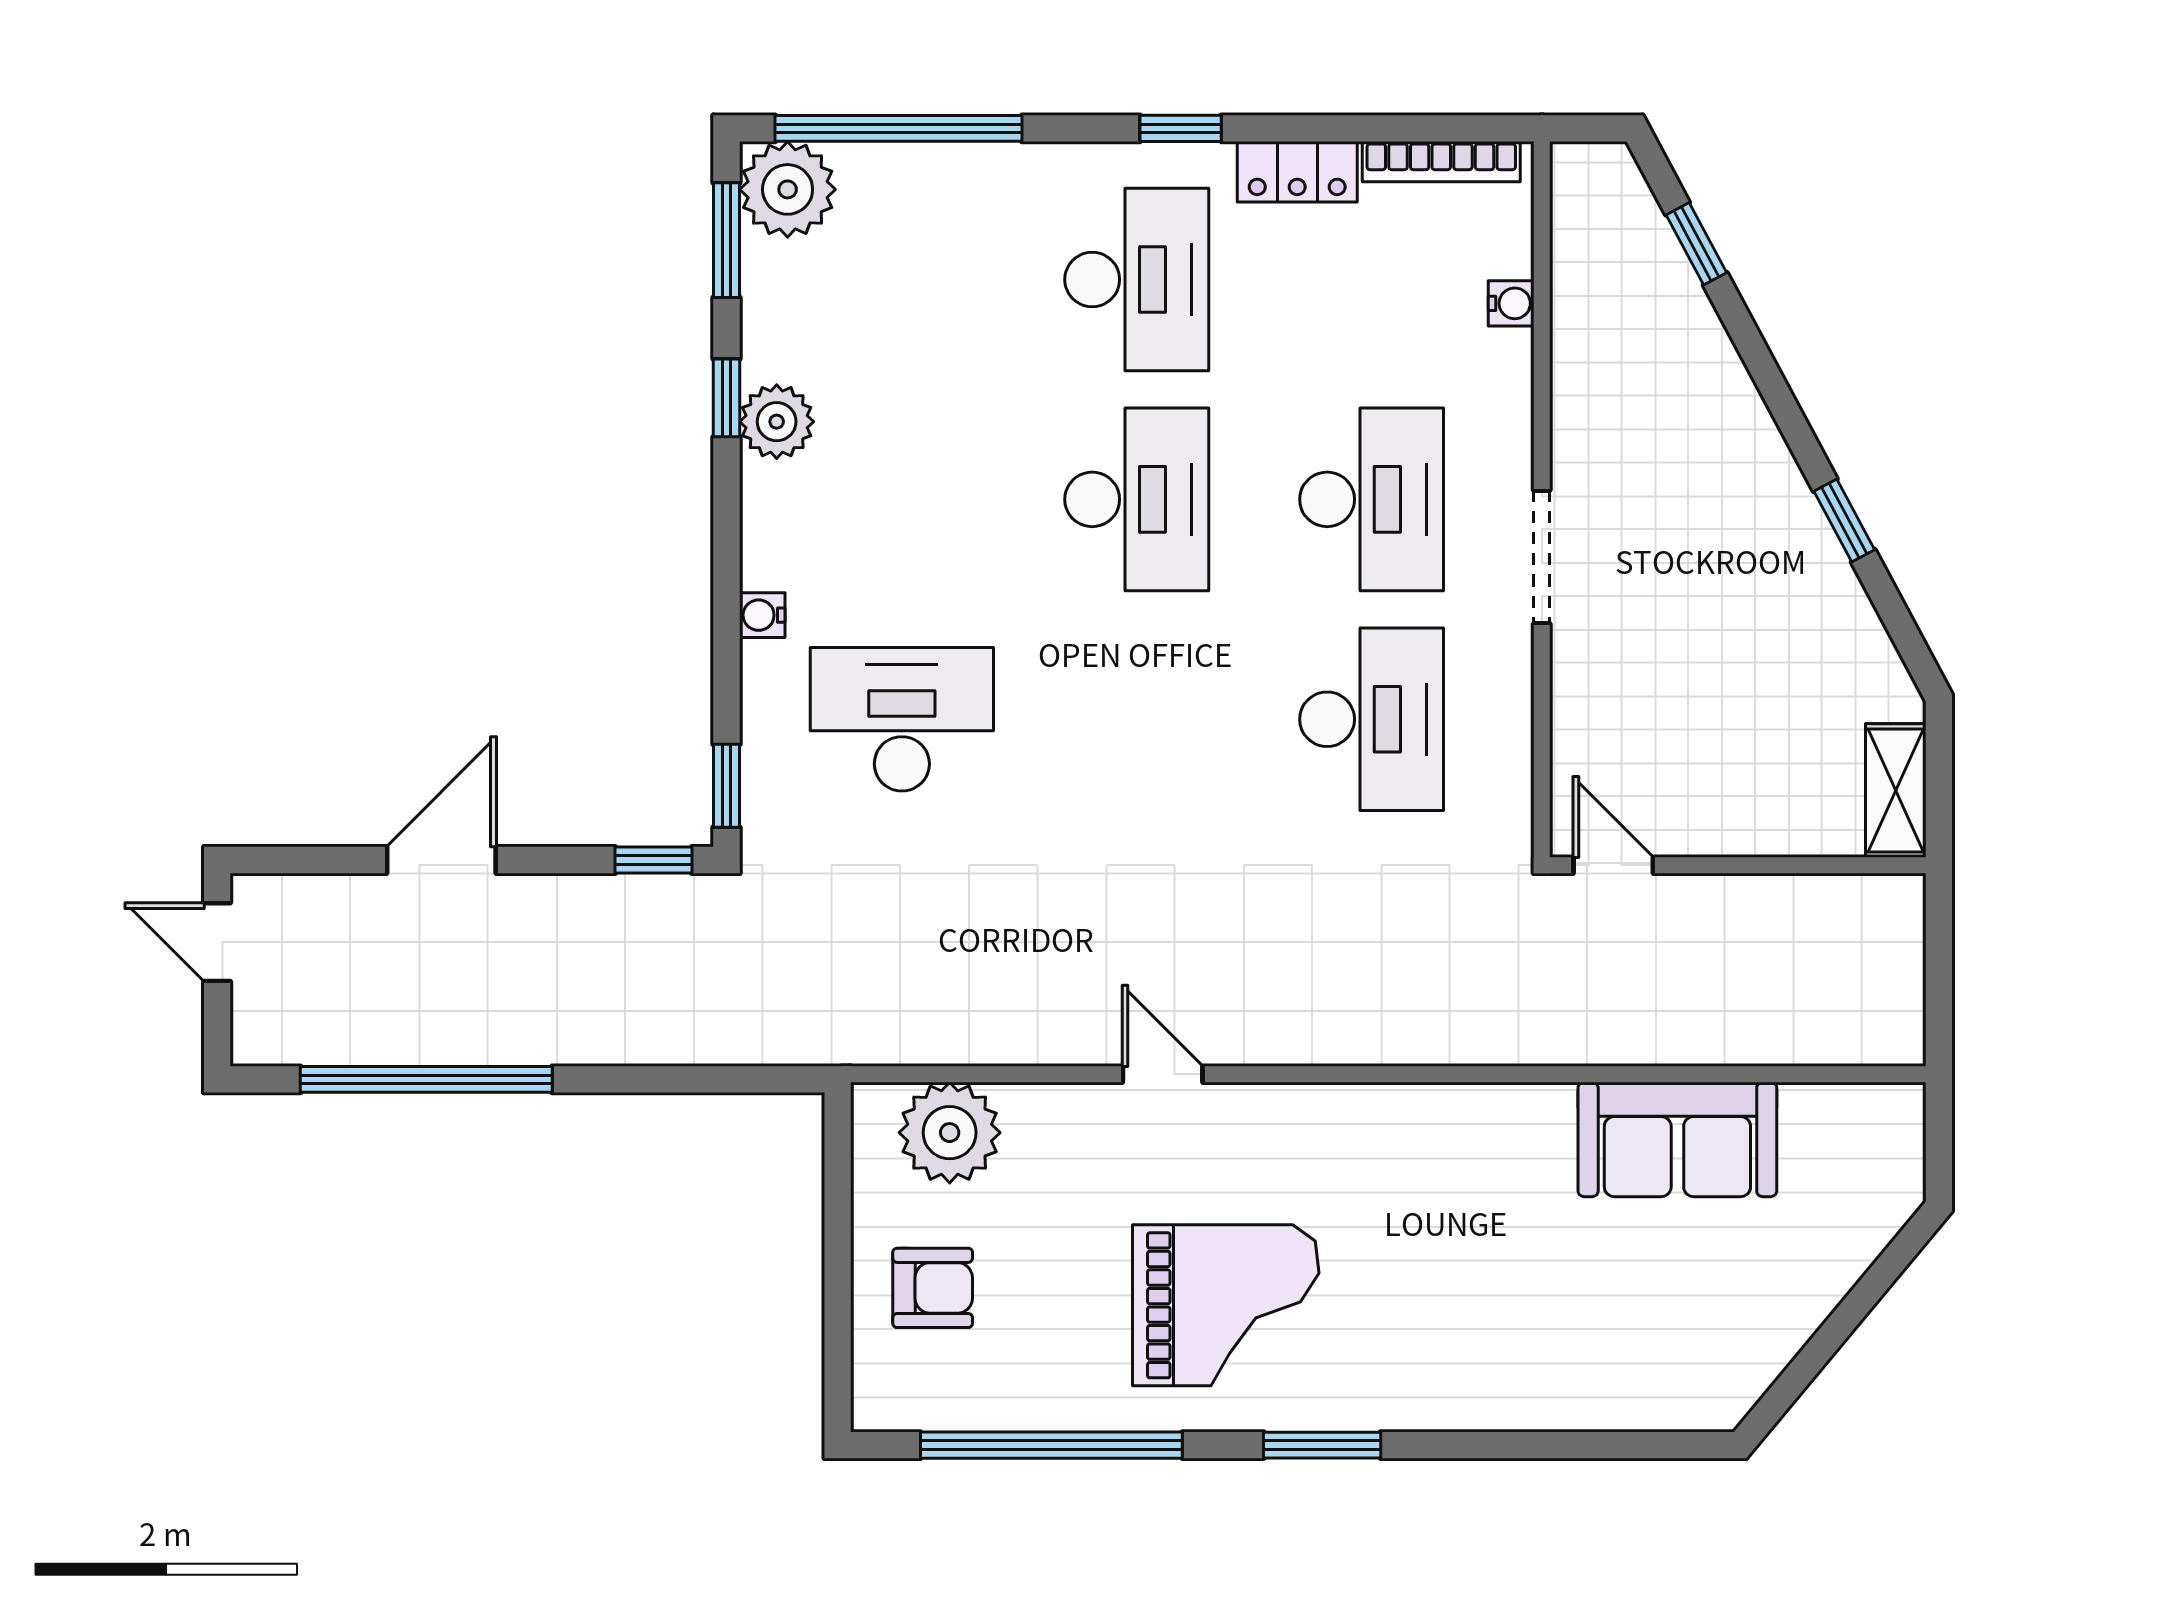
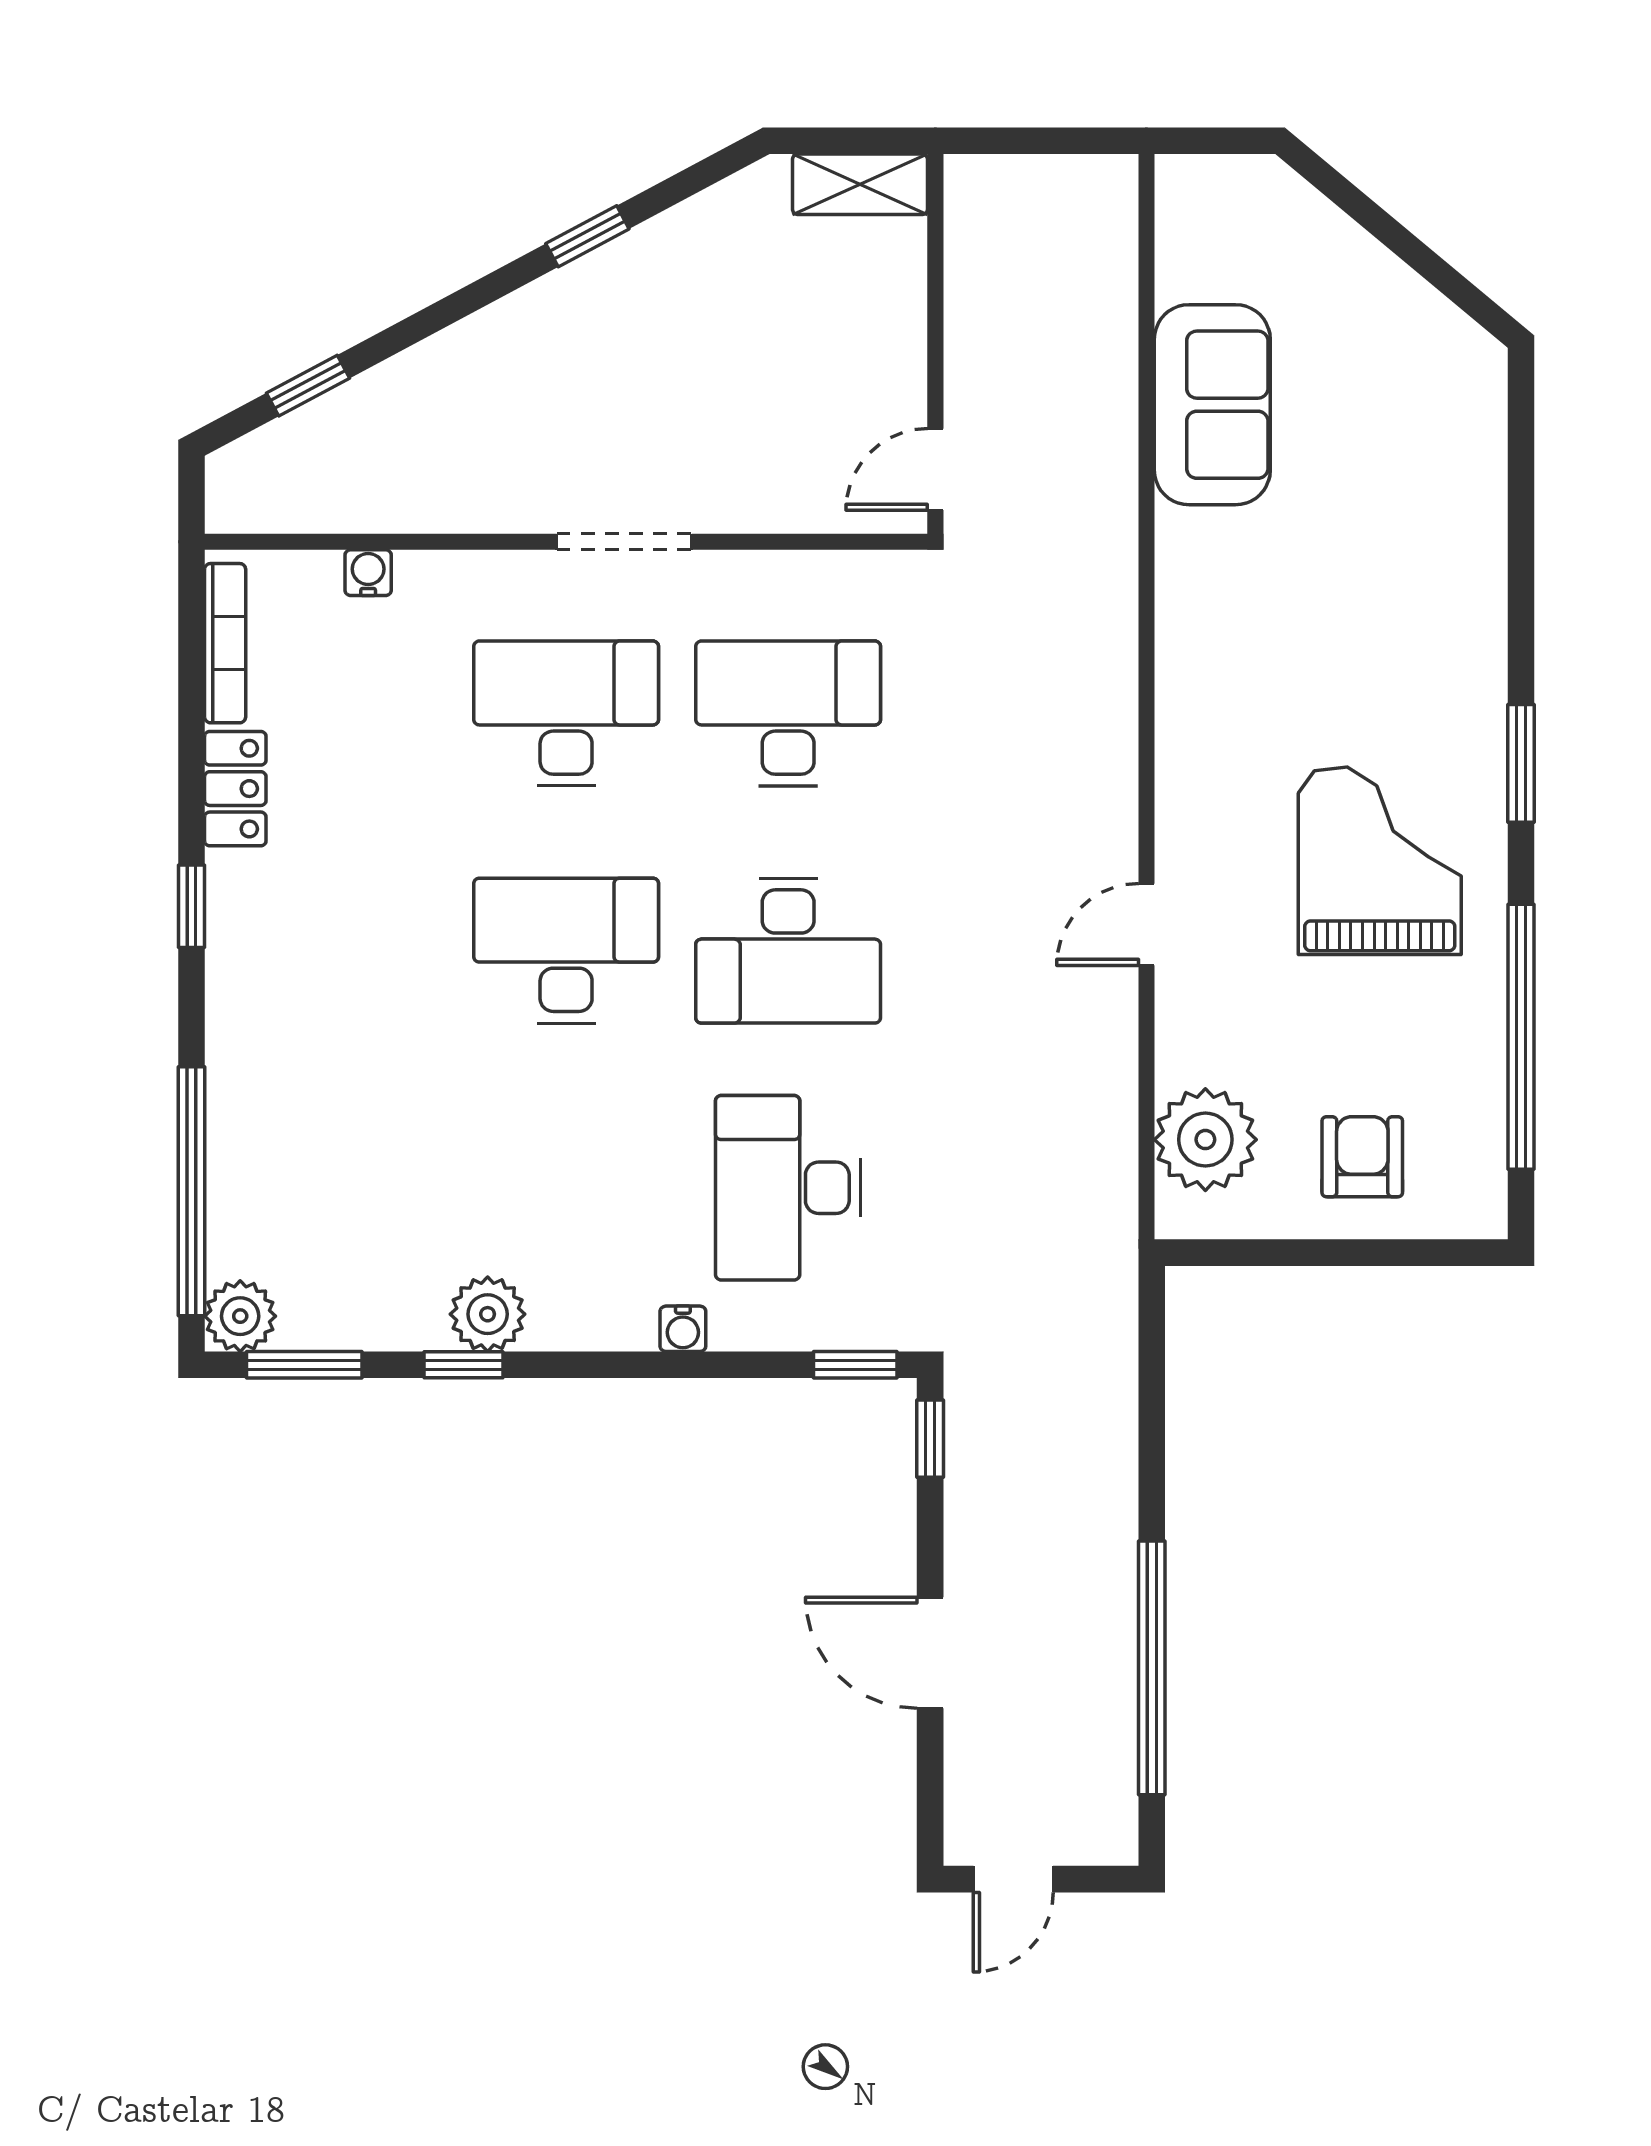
plant: (788, 189) -> (240, 1316), width x0.73, depth x0.73
desk: (1137, 280) -> (788, 951), moved, turned 180

